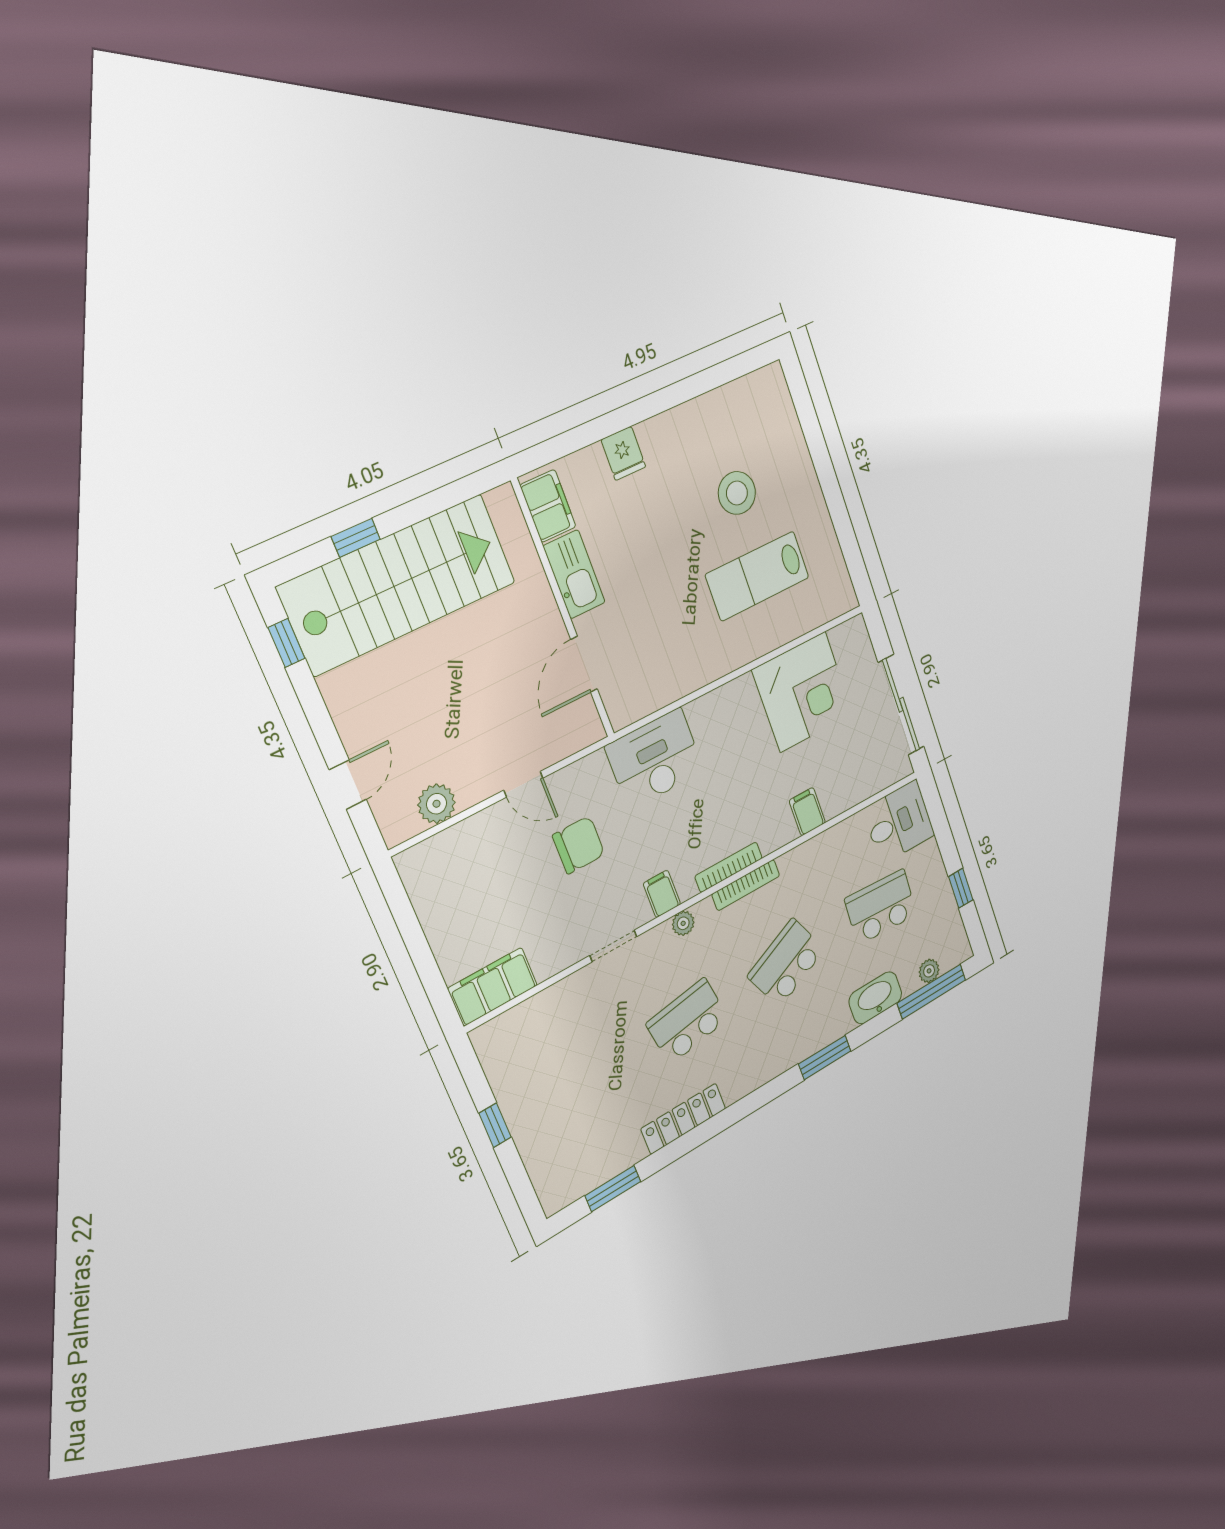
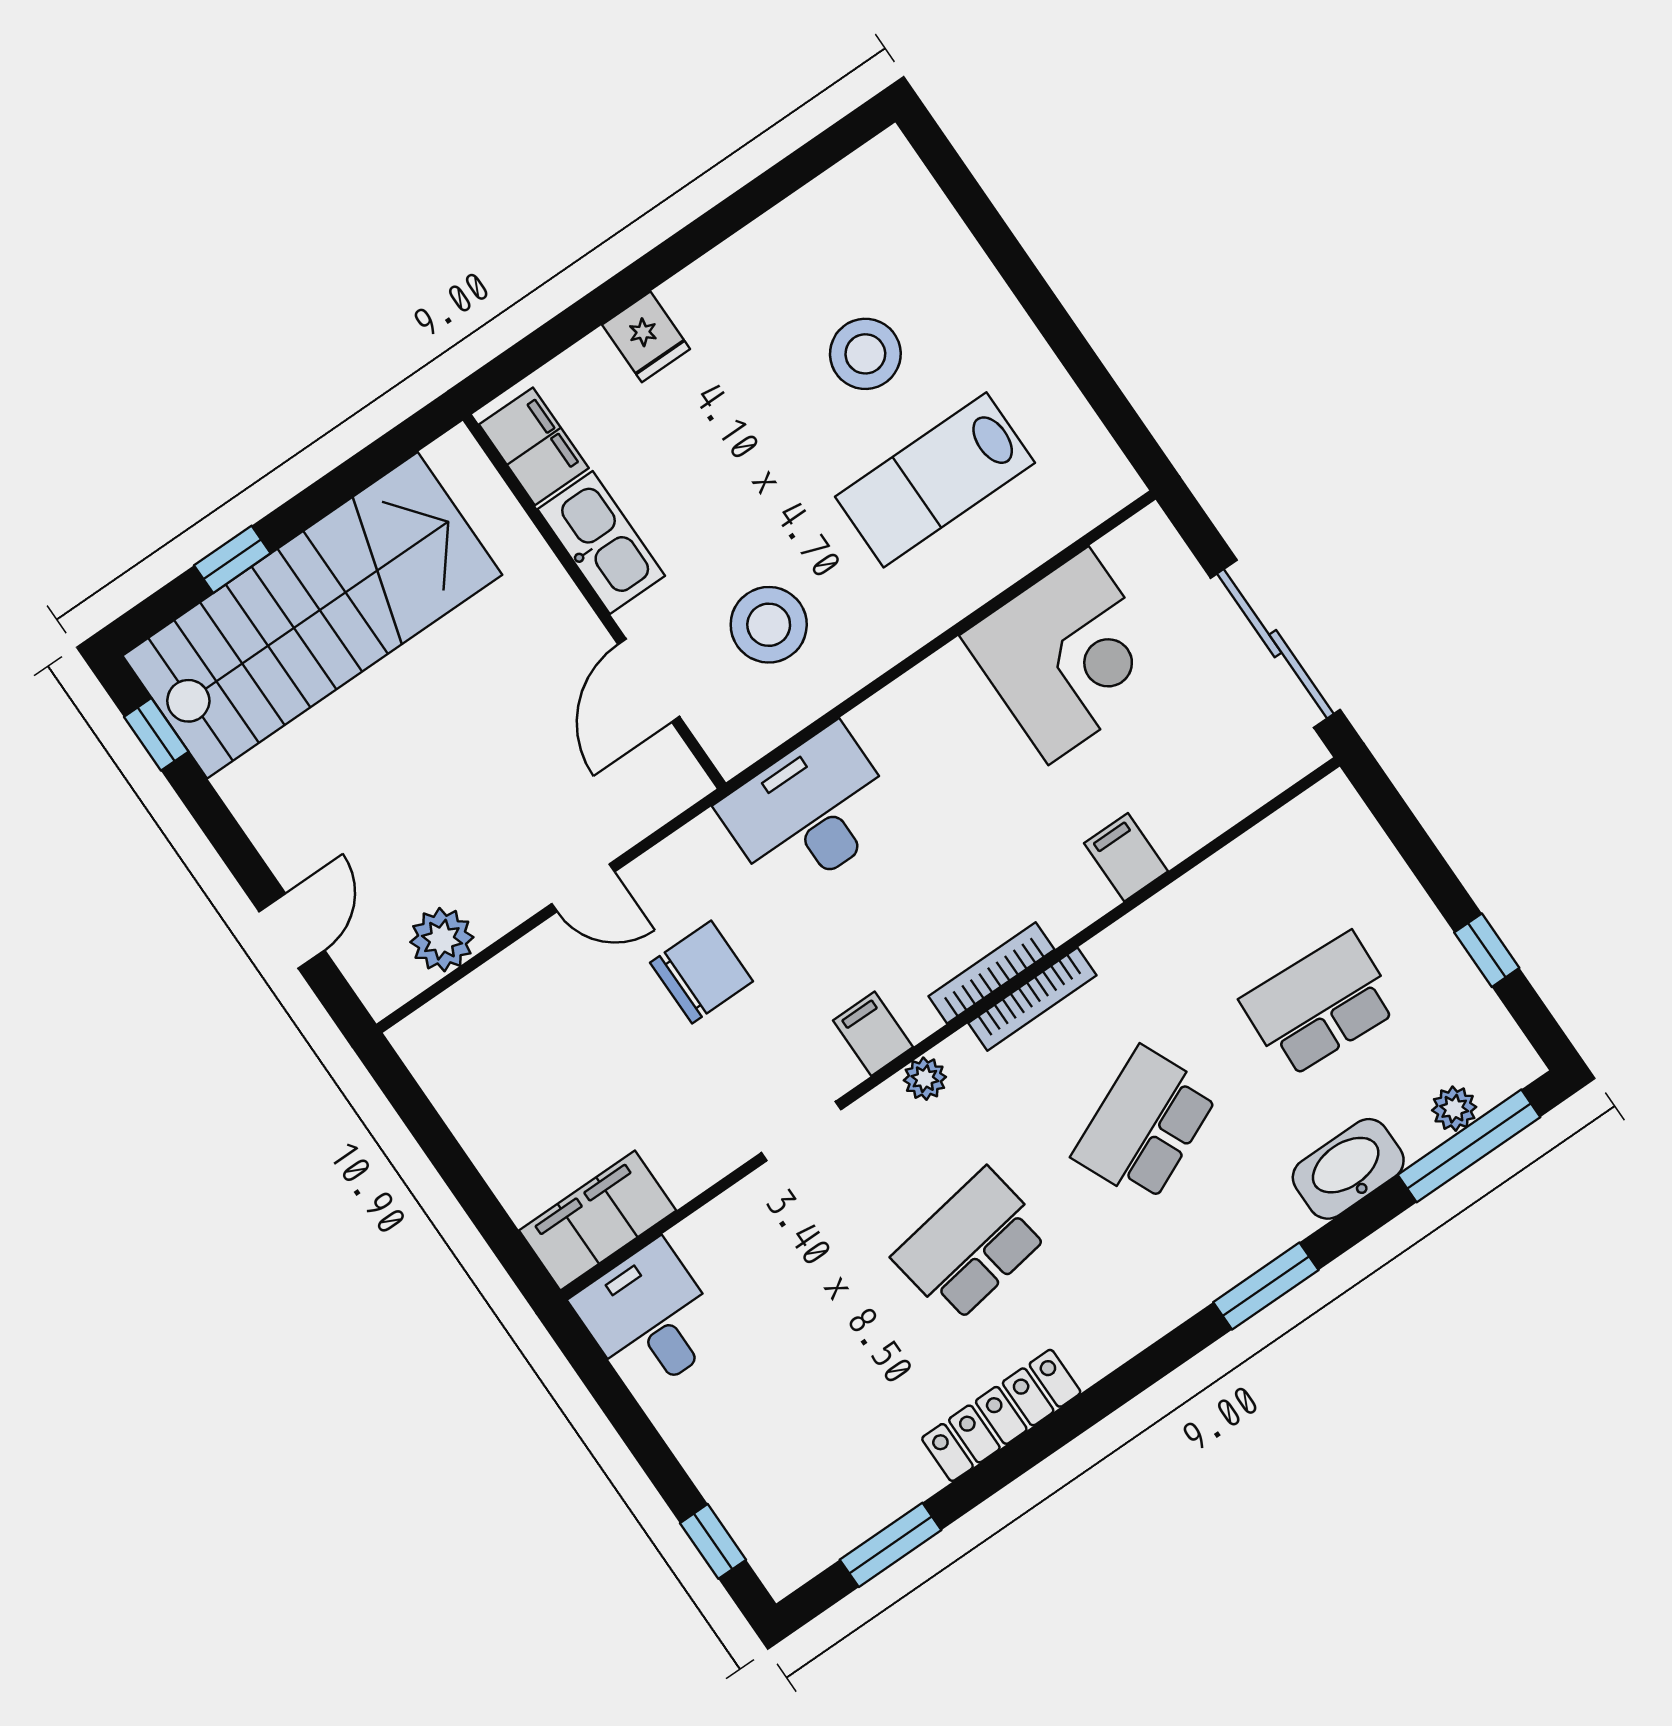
stool: (655, 643) -> (769, 625), added
desk: (899, 822) -> (650, 1318), moved, turned -90
window: (495, 1125) -> (713, 1541), moved

